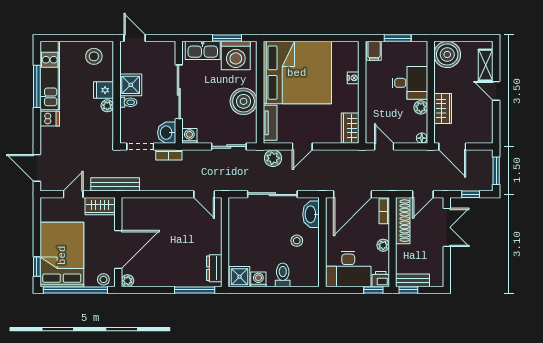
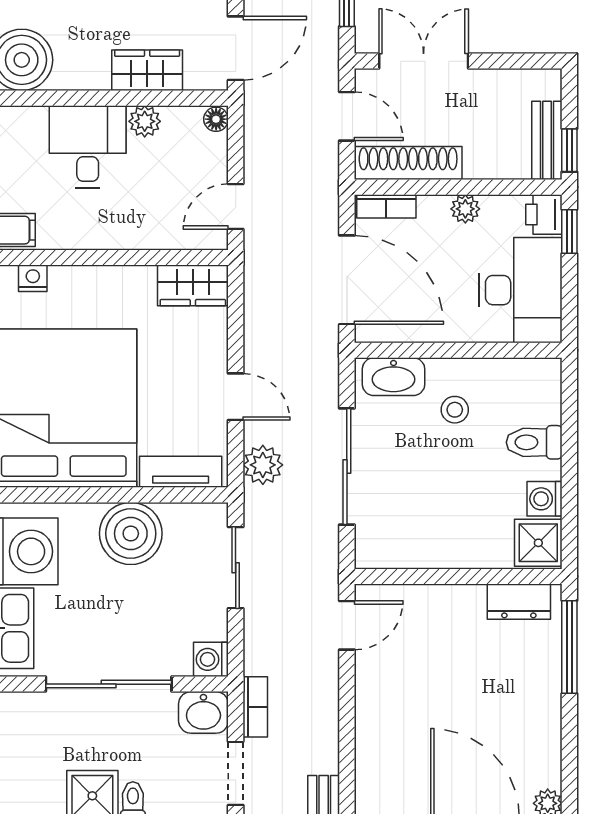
nightstand: (353, 78) -> (33, 278), moved

